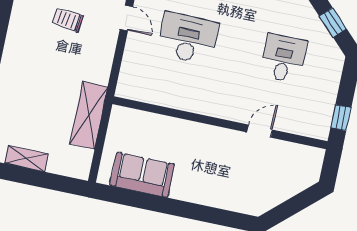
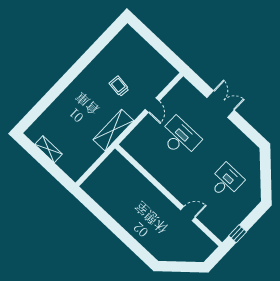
window: (333, 22) -> (266, 178), removed
shelving: (89, 115) -> (113, 130), moved
sofa: (142, 175) -> (108, 198), removed

